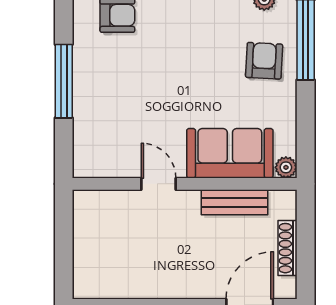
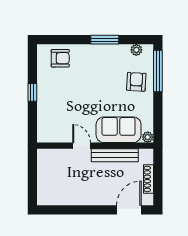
window: (64, 81) -> (32, 92), width x0.46
bench: (235, 202) -> (115, 155), width x1.36

